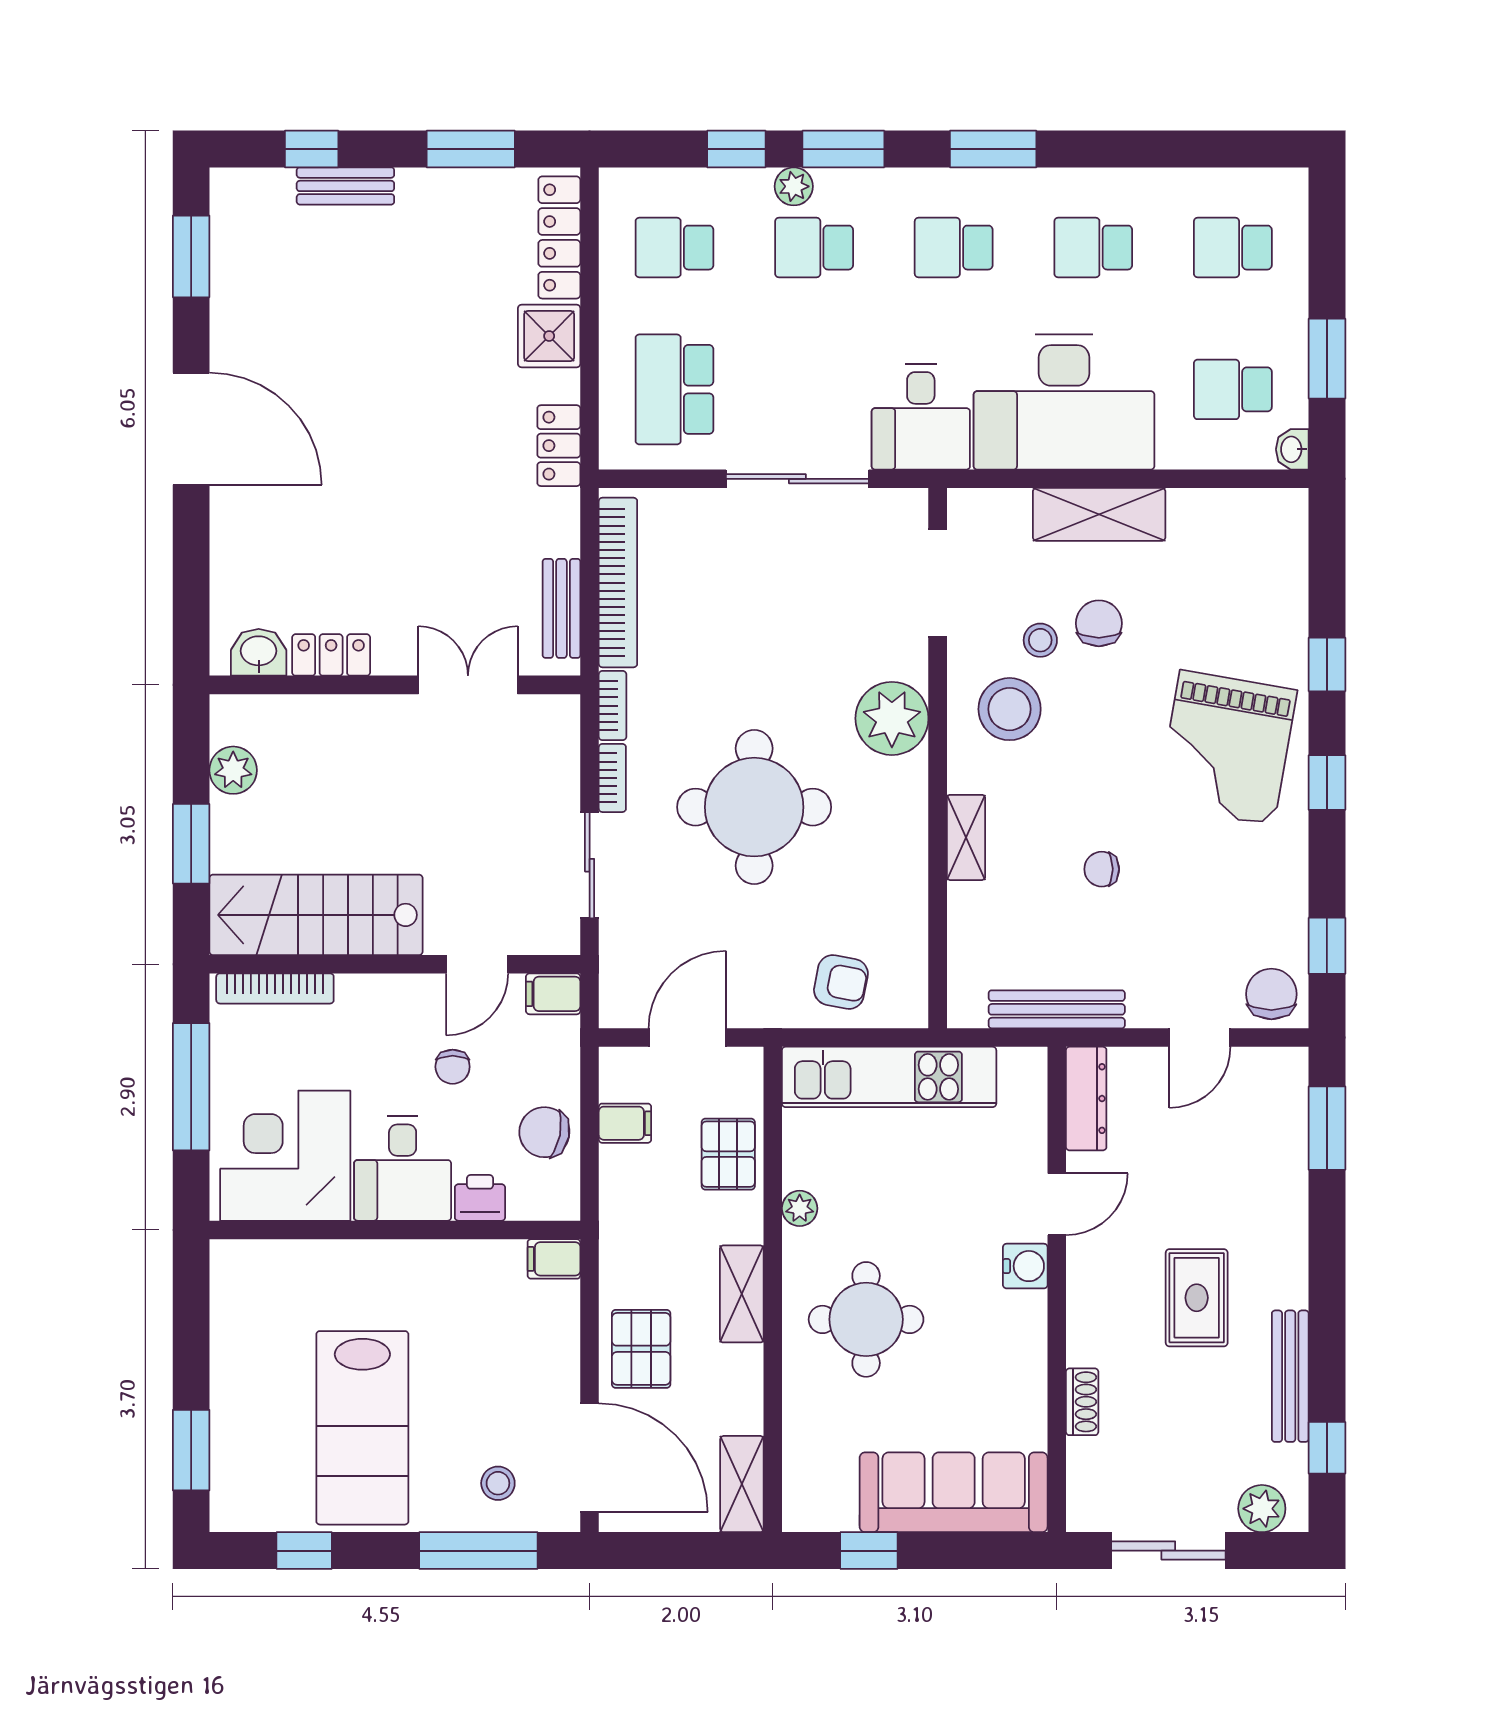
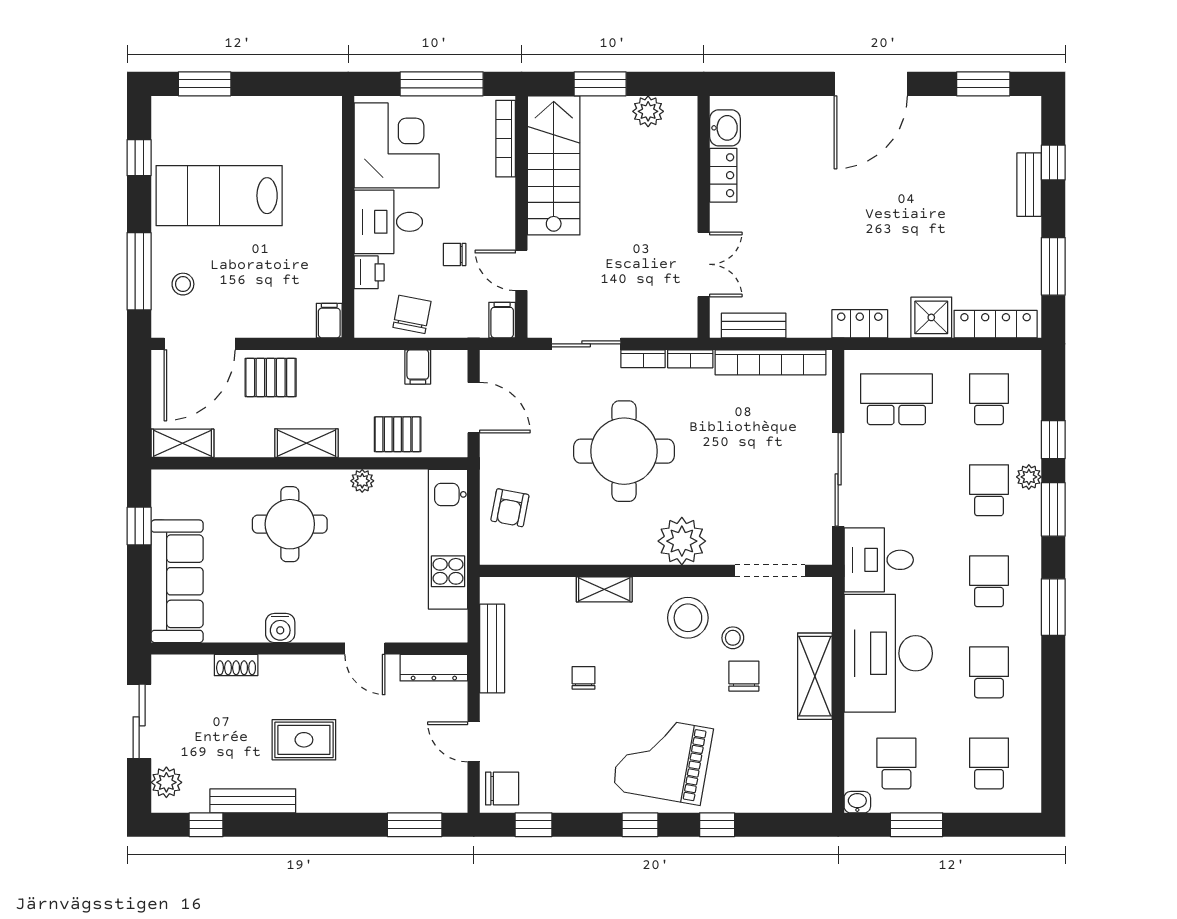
chair: (1099, 623) -> (744, 676), turned -90
water cooler: (1025, 1266) -> (280, 628), moved

